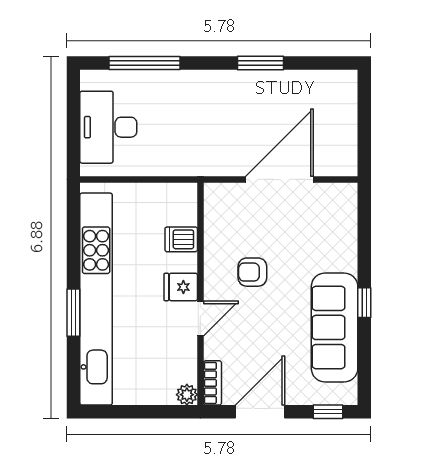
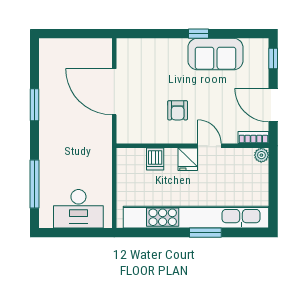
sofa: (335, 327) -> (215, 54), width x0.73

